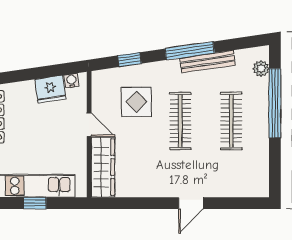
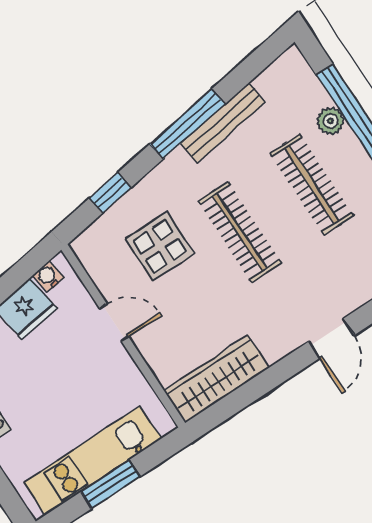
plant: (261, 69) -> (330, 121), moved
wardrobe: (103, 167) -> (217, 379), moved, turned -90
window: (35, 203) -> (110, 484), width x1.50

